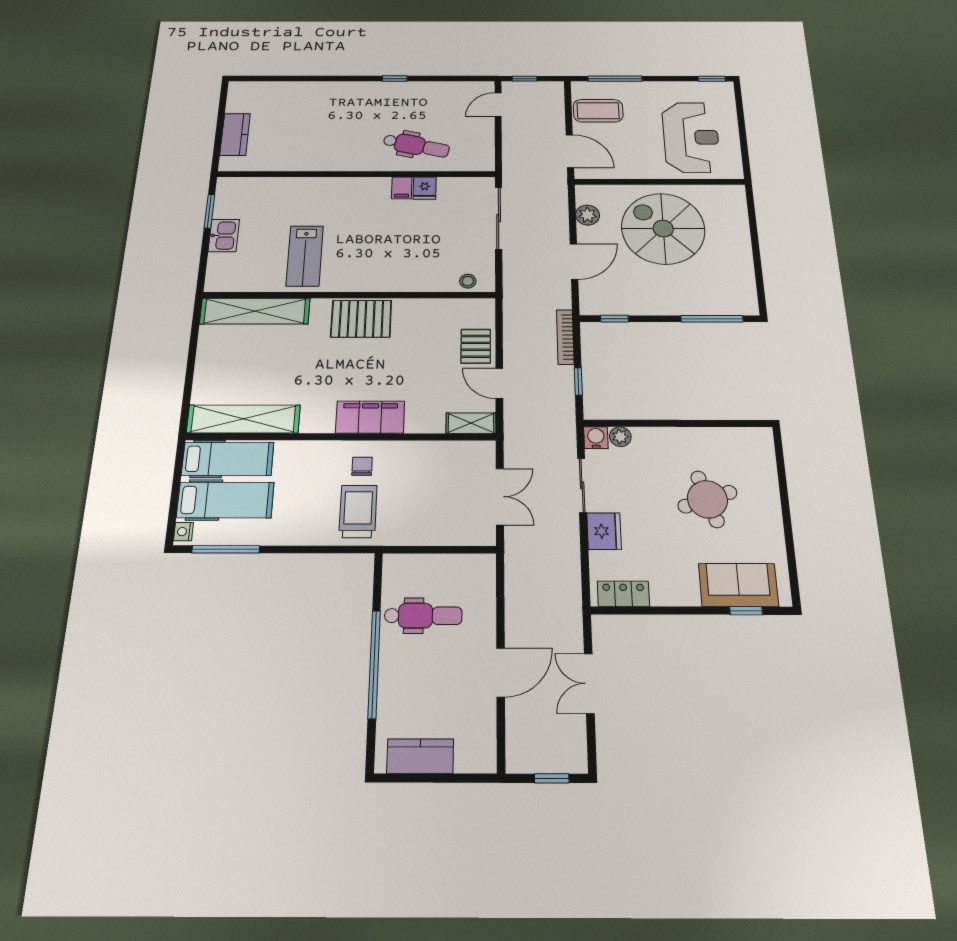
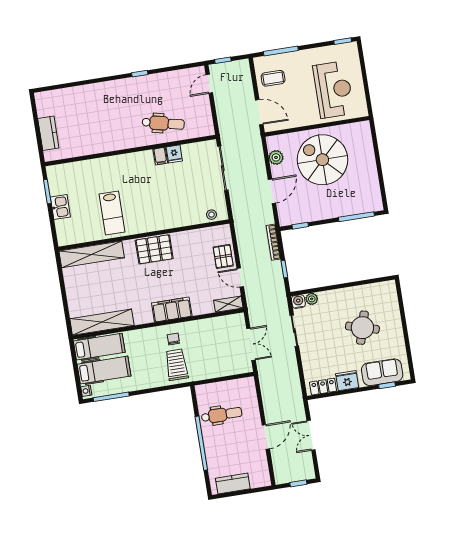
coffee table: (598, 111) -> (273, 78), width x0.73, depth x0.77
round table: (707, 499) -> (362, 328), turned 34
fridge: (604, 531) -> (347, 381), moved, turned -90

